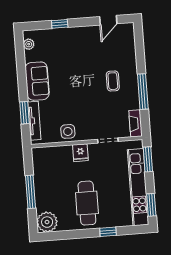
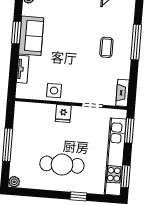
window: (143, 92) -> (136, 42), moved
window: (24, 113) -> (16, 32), moved
tv unit: (34, 121) -> (23, 69), width x0.71
cafe table: (87, 203) -> (62, 165), turned 90
plant: (47, 222) -> (14, 182), width x0.53, depth x0.53

